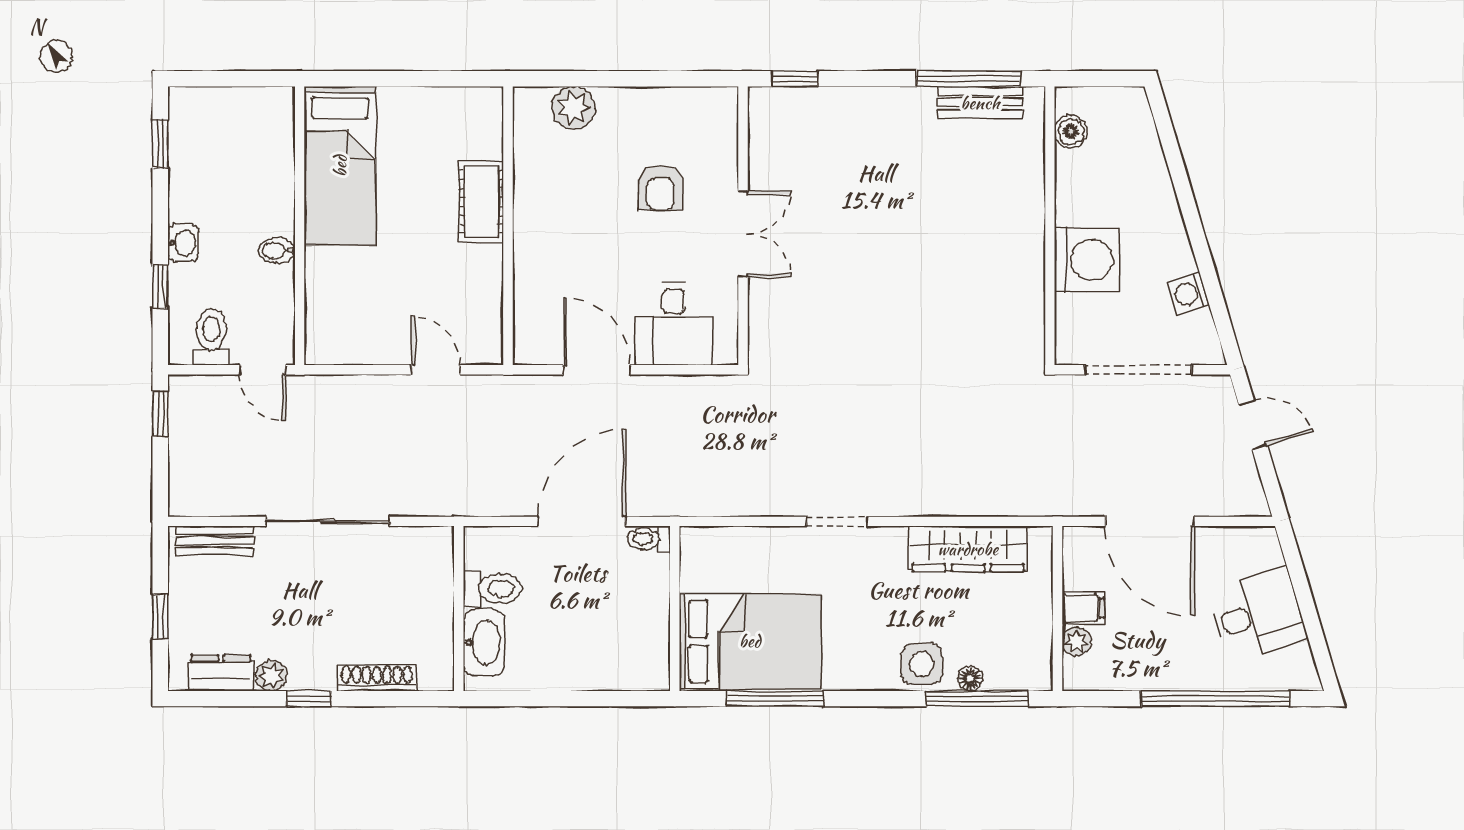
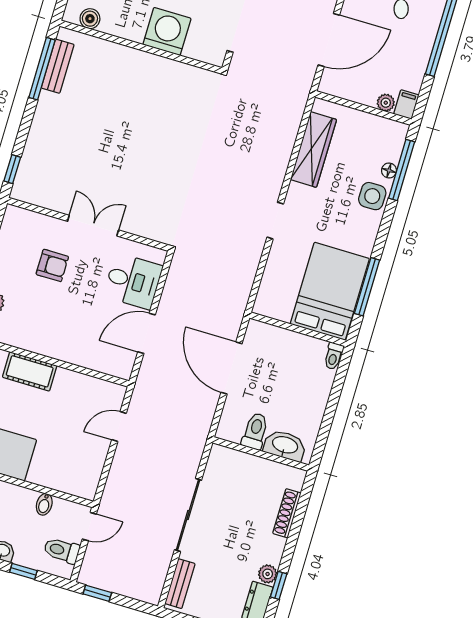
bidet: (277, 250) -> (44, 504), moved
toilet: (649, 539) -> (334, 356), moved
filing cabinet: (1083, 608) -> (406, 105), moved
window: (309, 699) -> (279, 585), moved

